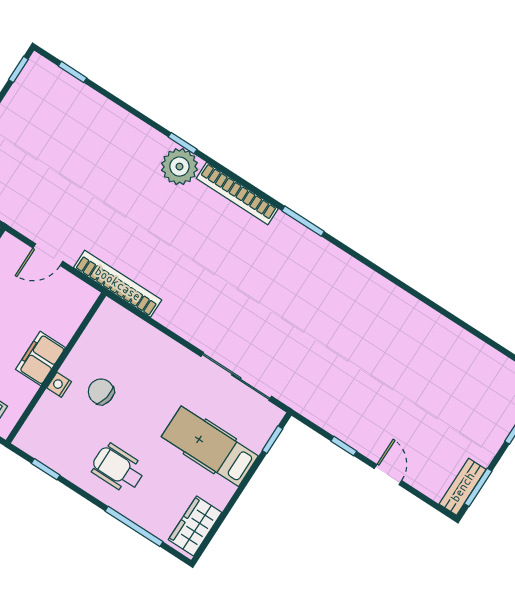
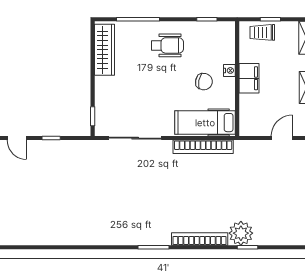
bookcase: (118, 284) -> (203, 147), moved
hospital bed: (210, 446) -> (205, 123), moved, turned 180
wardrobe: (195, 526) -> (104, 50), width x1.50

